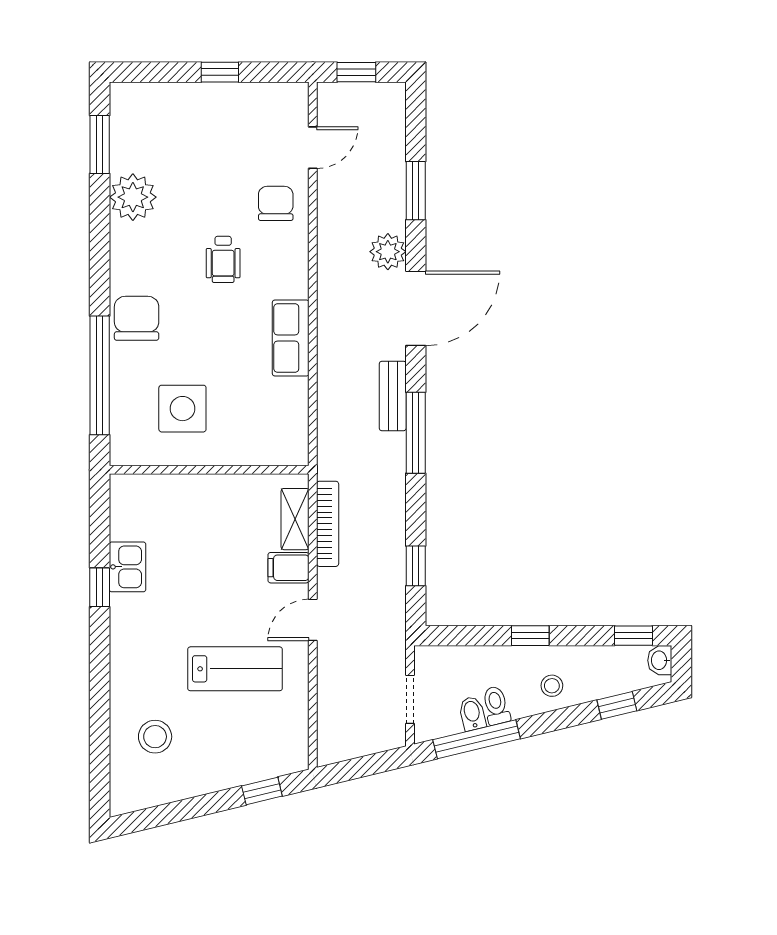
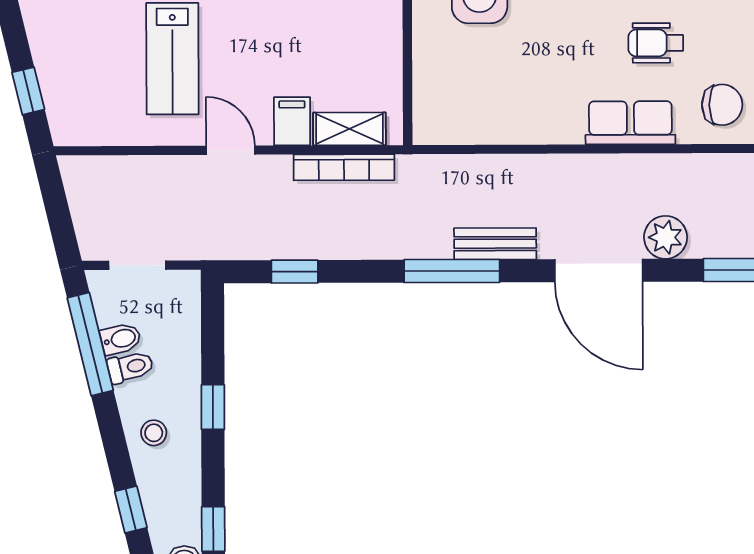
row of seats: (291, 338) -> (630, 123), moved

